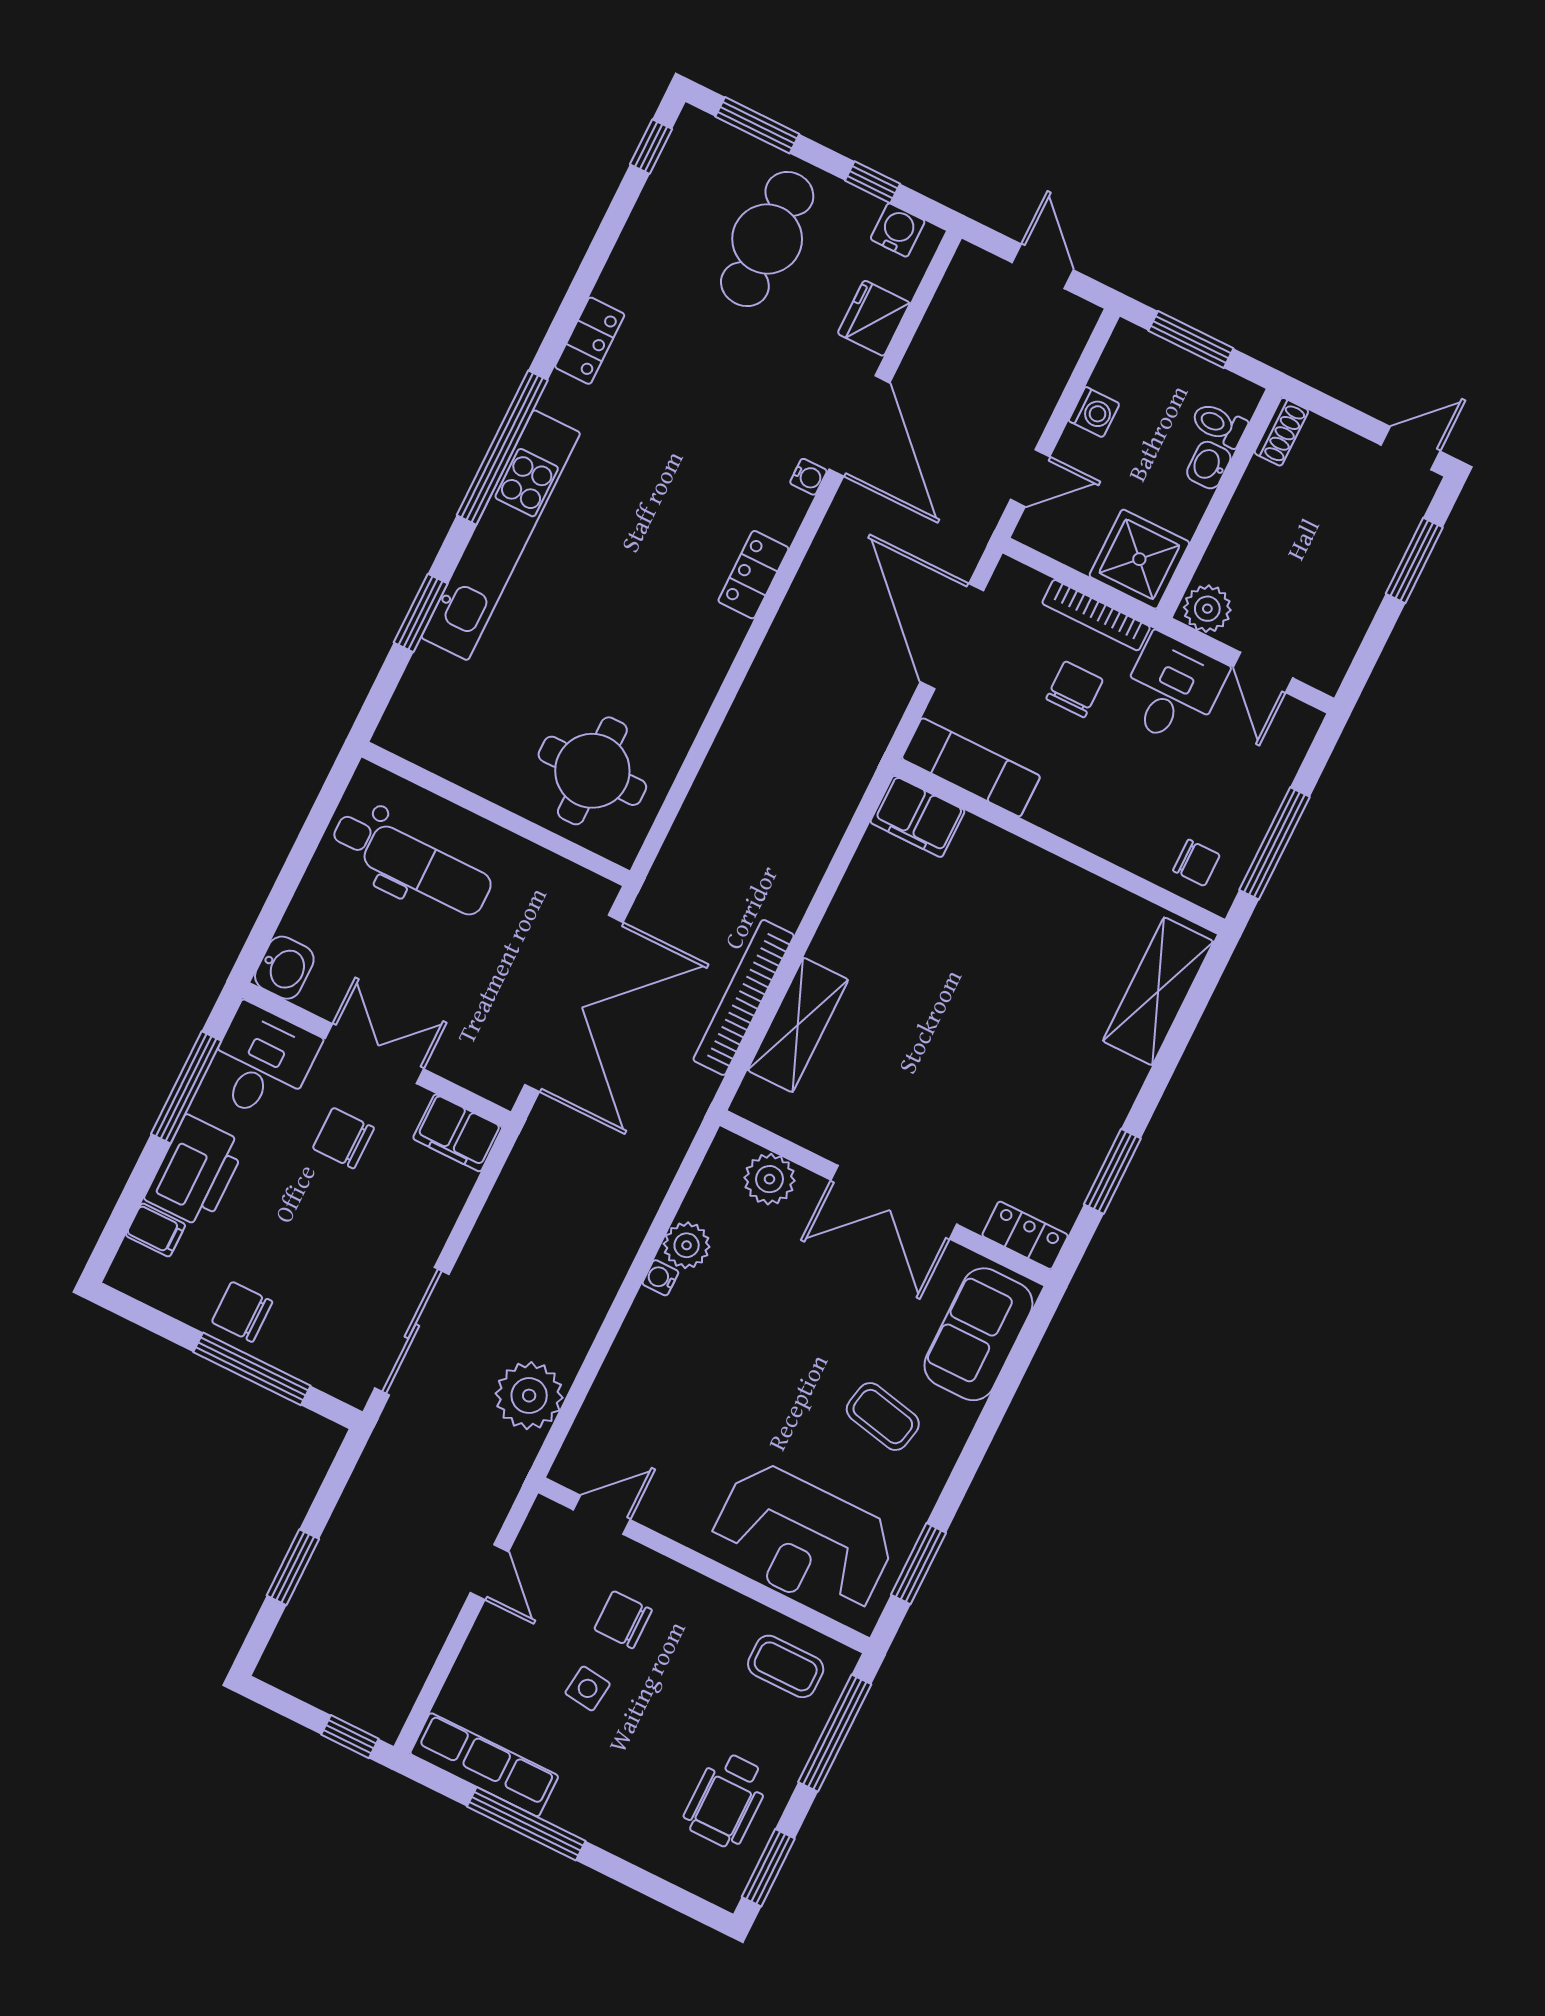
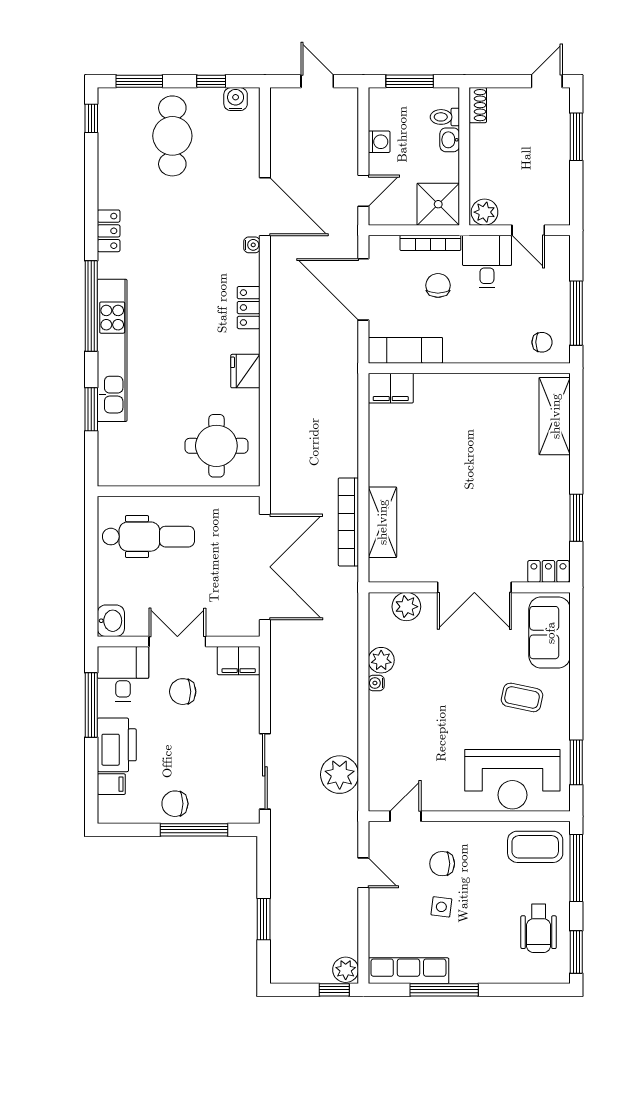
fridge: (874, 318) -> (245, 371), moved
coffee table: (786, 1666) -> (535, 847), width x1.36, depth x1.30
plant: (384, 1713) -> (346, 970), added

